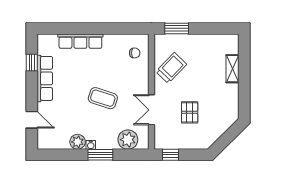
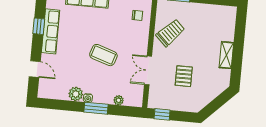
window: (32, 63) -> (39, 26), moved
shelving: (232, 69) -> (226, 55), moved
plant: (128, 140) -> (119, 100), width x0.53, depth x0.53

